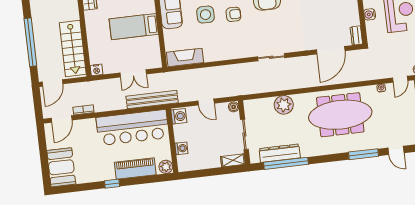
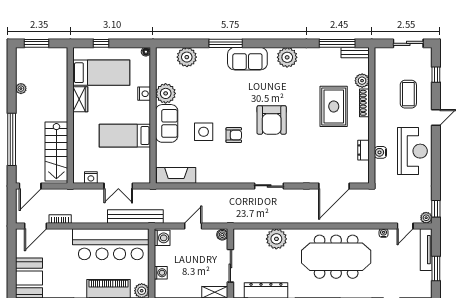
dresser: (356, 35) -> (363, 150), moved
nightstand: (97, 70) -> (91, 178), moved
door: (206, 102) -> (193, 226), swing flipped

